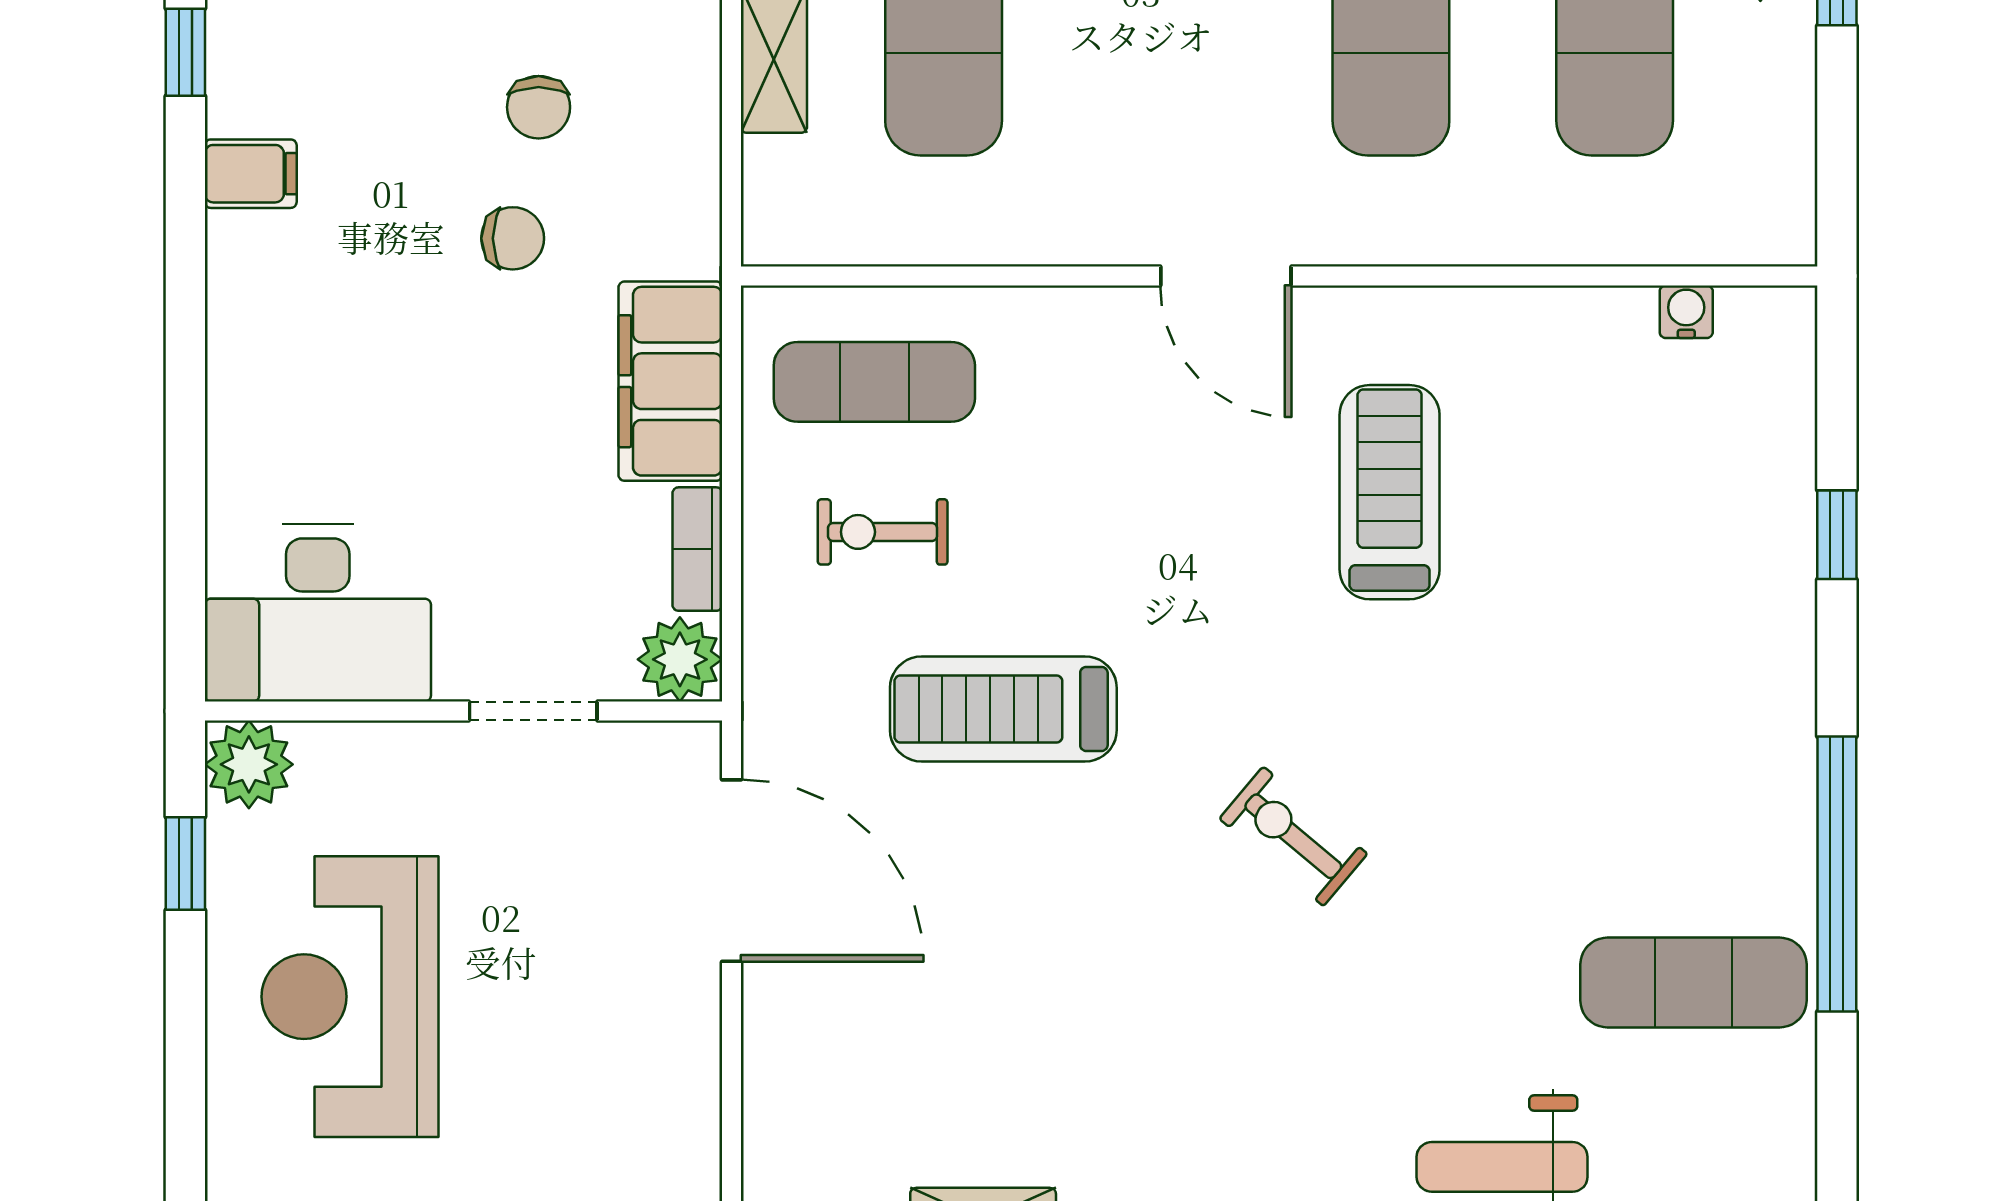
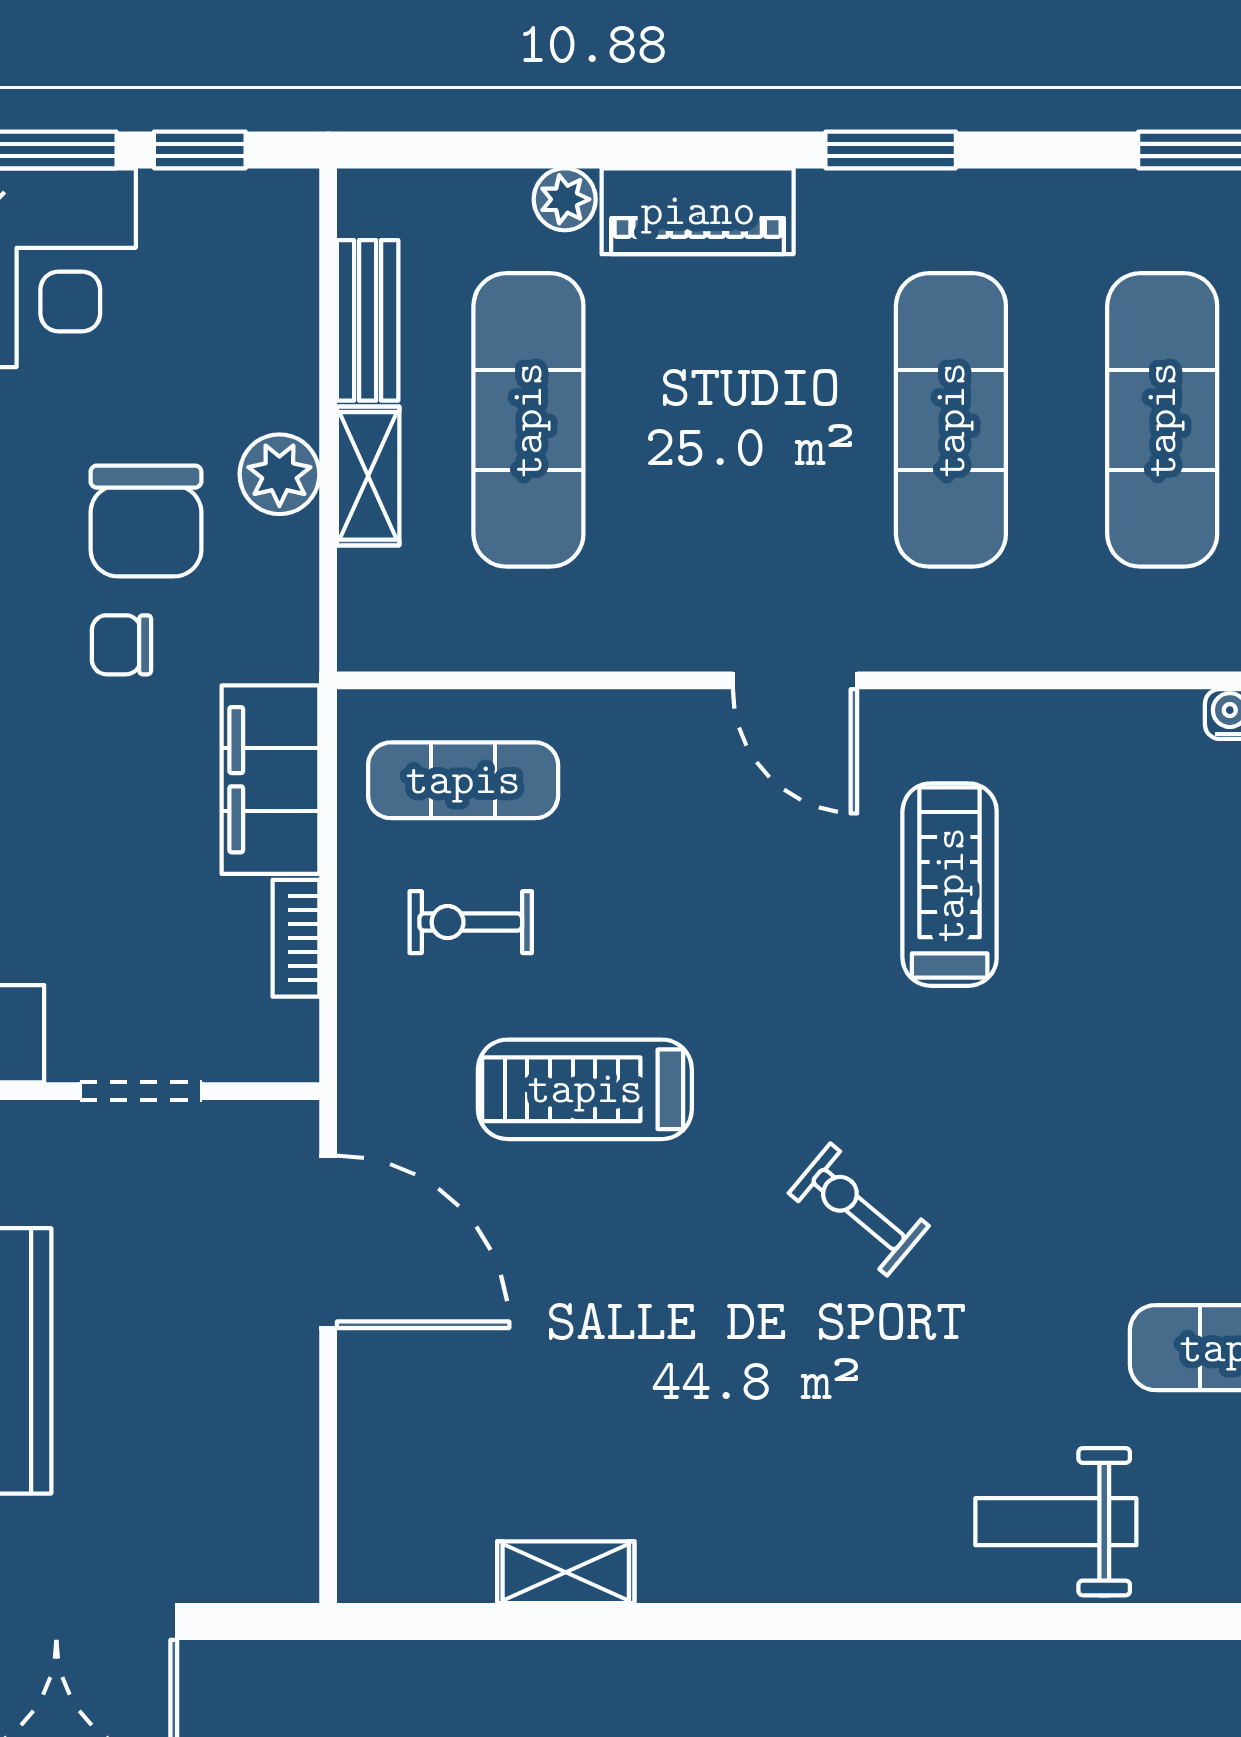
chair: (539, 107) -> (146, 521), width x1.87, depth x1.87
chair: (513, 238) -> (122, 645), turned 180
plant: (680, 659) -> (279, 474), moved

